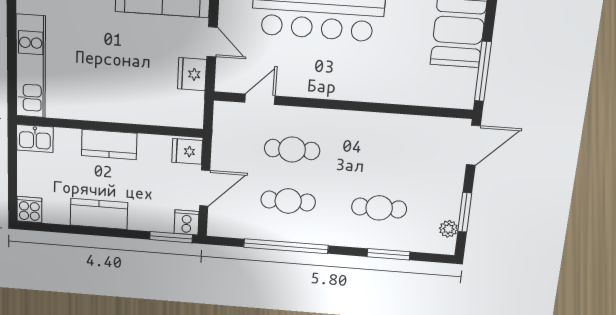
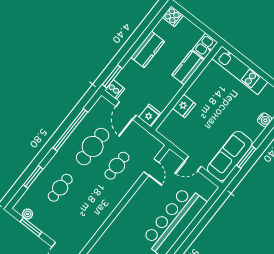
fridge: (192, 74) -> (184, 106), moved, turned 90
kitchen counter: (109, 144) -> (188, 67), moved
cafe table: (288, 201) -> (93, 147), width x1.37, depth x1.35

